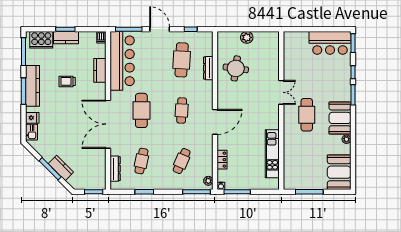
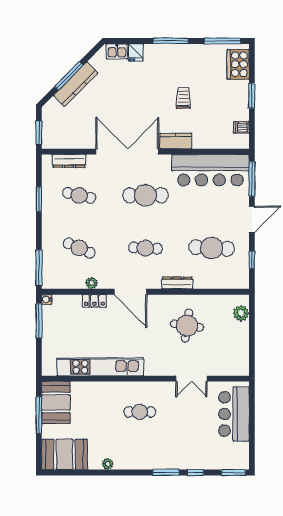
dishwasher: (101, 37) -> (241, 127), moved
plant: (247, 37) -> (241, 313), moved
kitchen counter: (66, 38) -> (241, 97), removed
bar counter: (330, 43) -> (234, 414), moved
dresser: (208, 68) -> (177, 283), moved
round table: (236, 68) -> (187, 326), moved
kitchen counter: (100, 70) -> (176, 141), moved
kitchen counter: (33, 86) -> (178, 53), removed
double door: (281, 92) -> (191, 379), moved
cafe table: (307, 115) -> (140, 412), width x0.73, depth x0.74
booth: (340, 118) -> (56, 403), moved, turned 90
kitchen unit: (272, 154) -> (100, 367), width x1.36
locker: (222, 160) -> (94, 301), moved
kitchen counter: (61, 168) -> (76, 84), width x1.50
plant: (208, 181) -> (92, 283), moved

